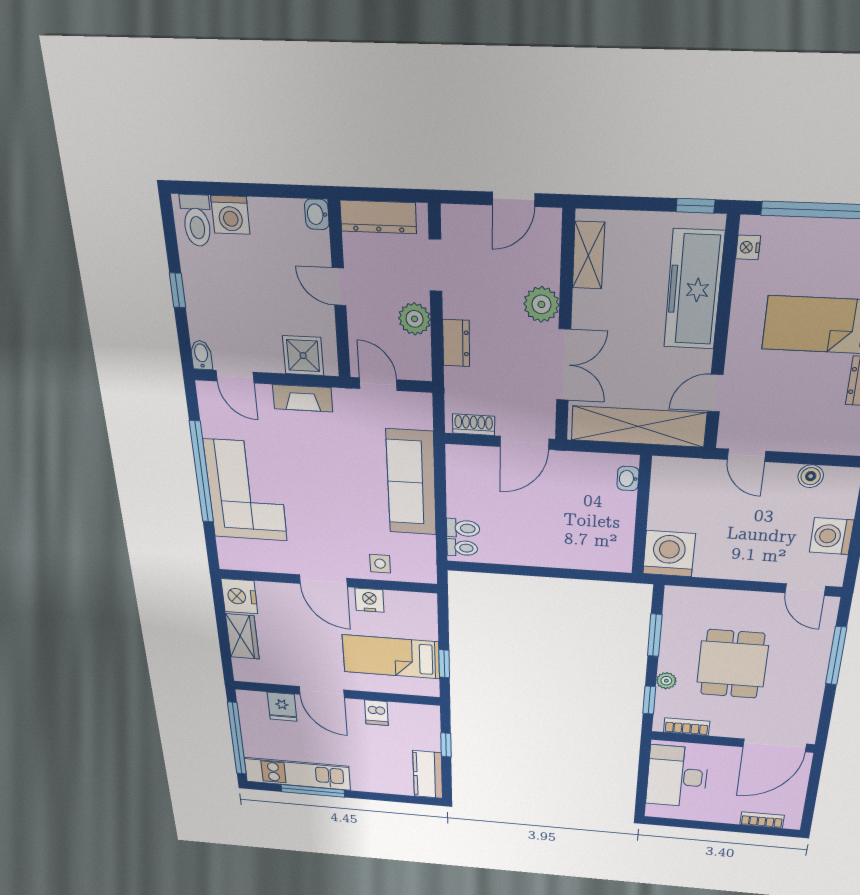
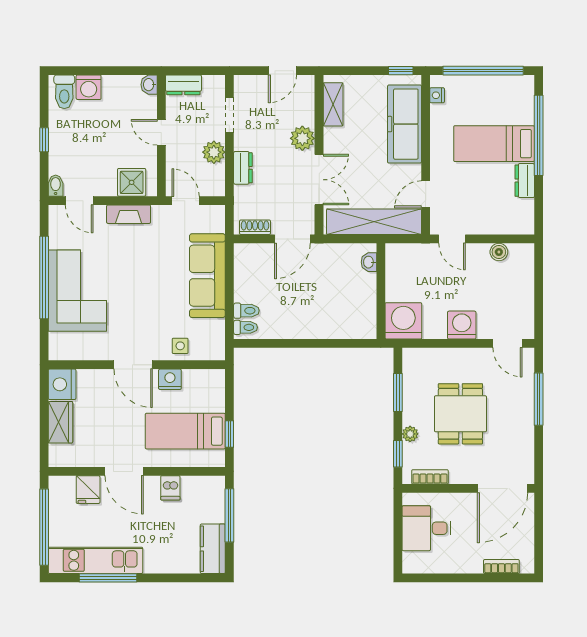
dresser: (378, 217) -> (183, 85), width x0.70
washing machine: (832, 536) -> (462, 325), moved, turned 90
window: (446, 745) -> (229, 515), width x2.17
desk: (677, 776) -> (426, 528), width x0.73

